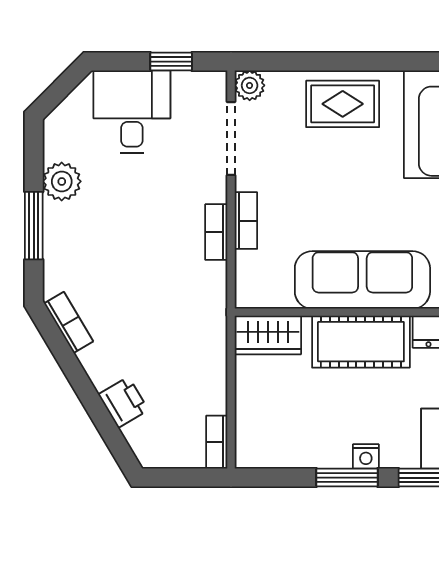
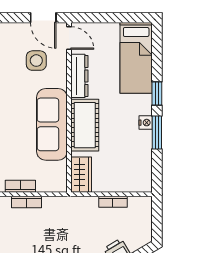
bookcase: (217, 442) -> (113, 202), moved

